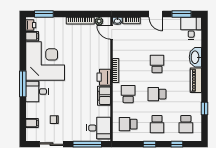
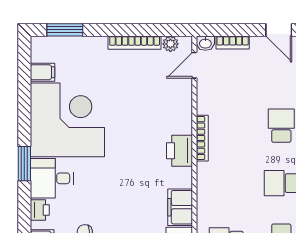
printer: (31, 25) -> (40, 210), moved
door: (112, 32) -> (194, 65), hinge flipped
window: (23, 84) -> (24, 164), width x0.69
school desk: (128, 94) -> (226, 183), removed
filing cabinet: (104, 96) -> (180, 207), moved

